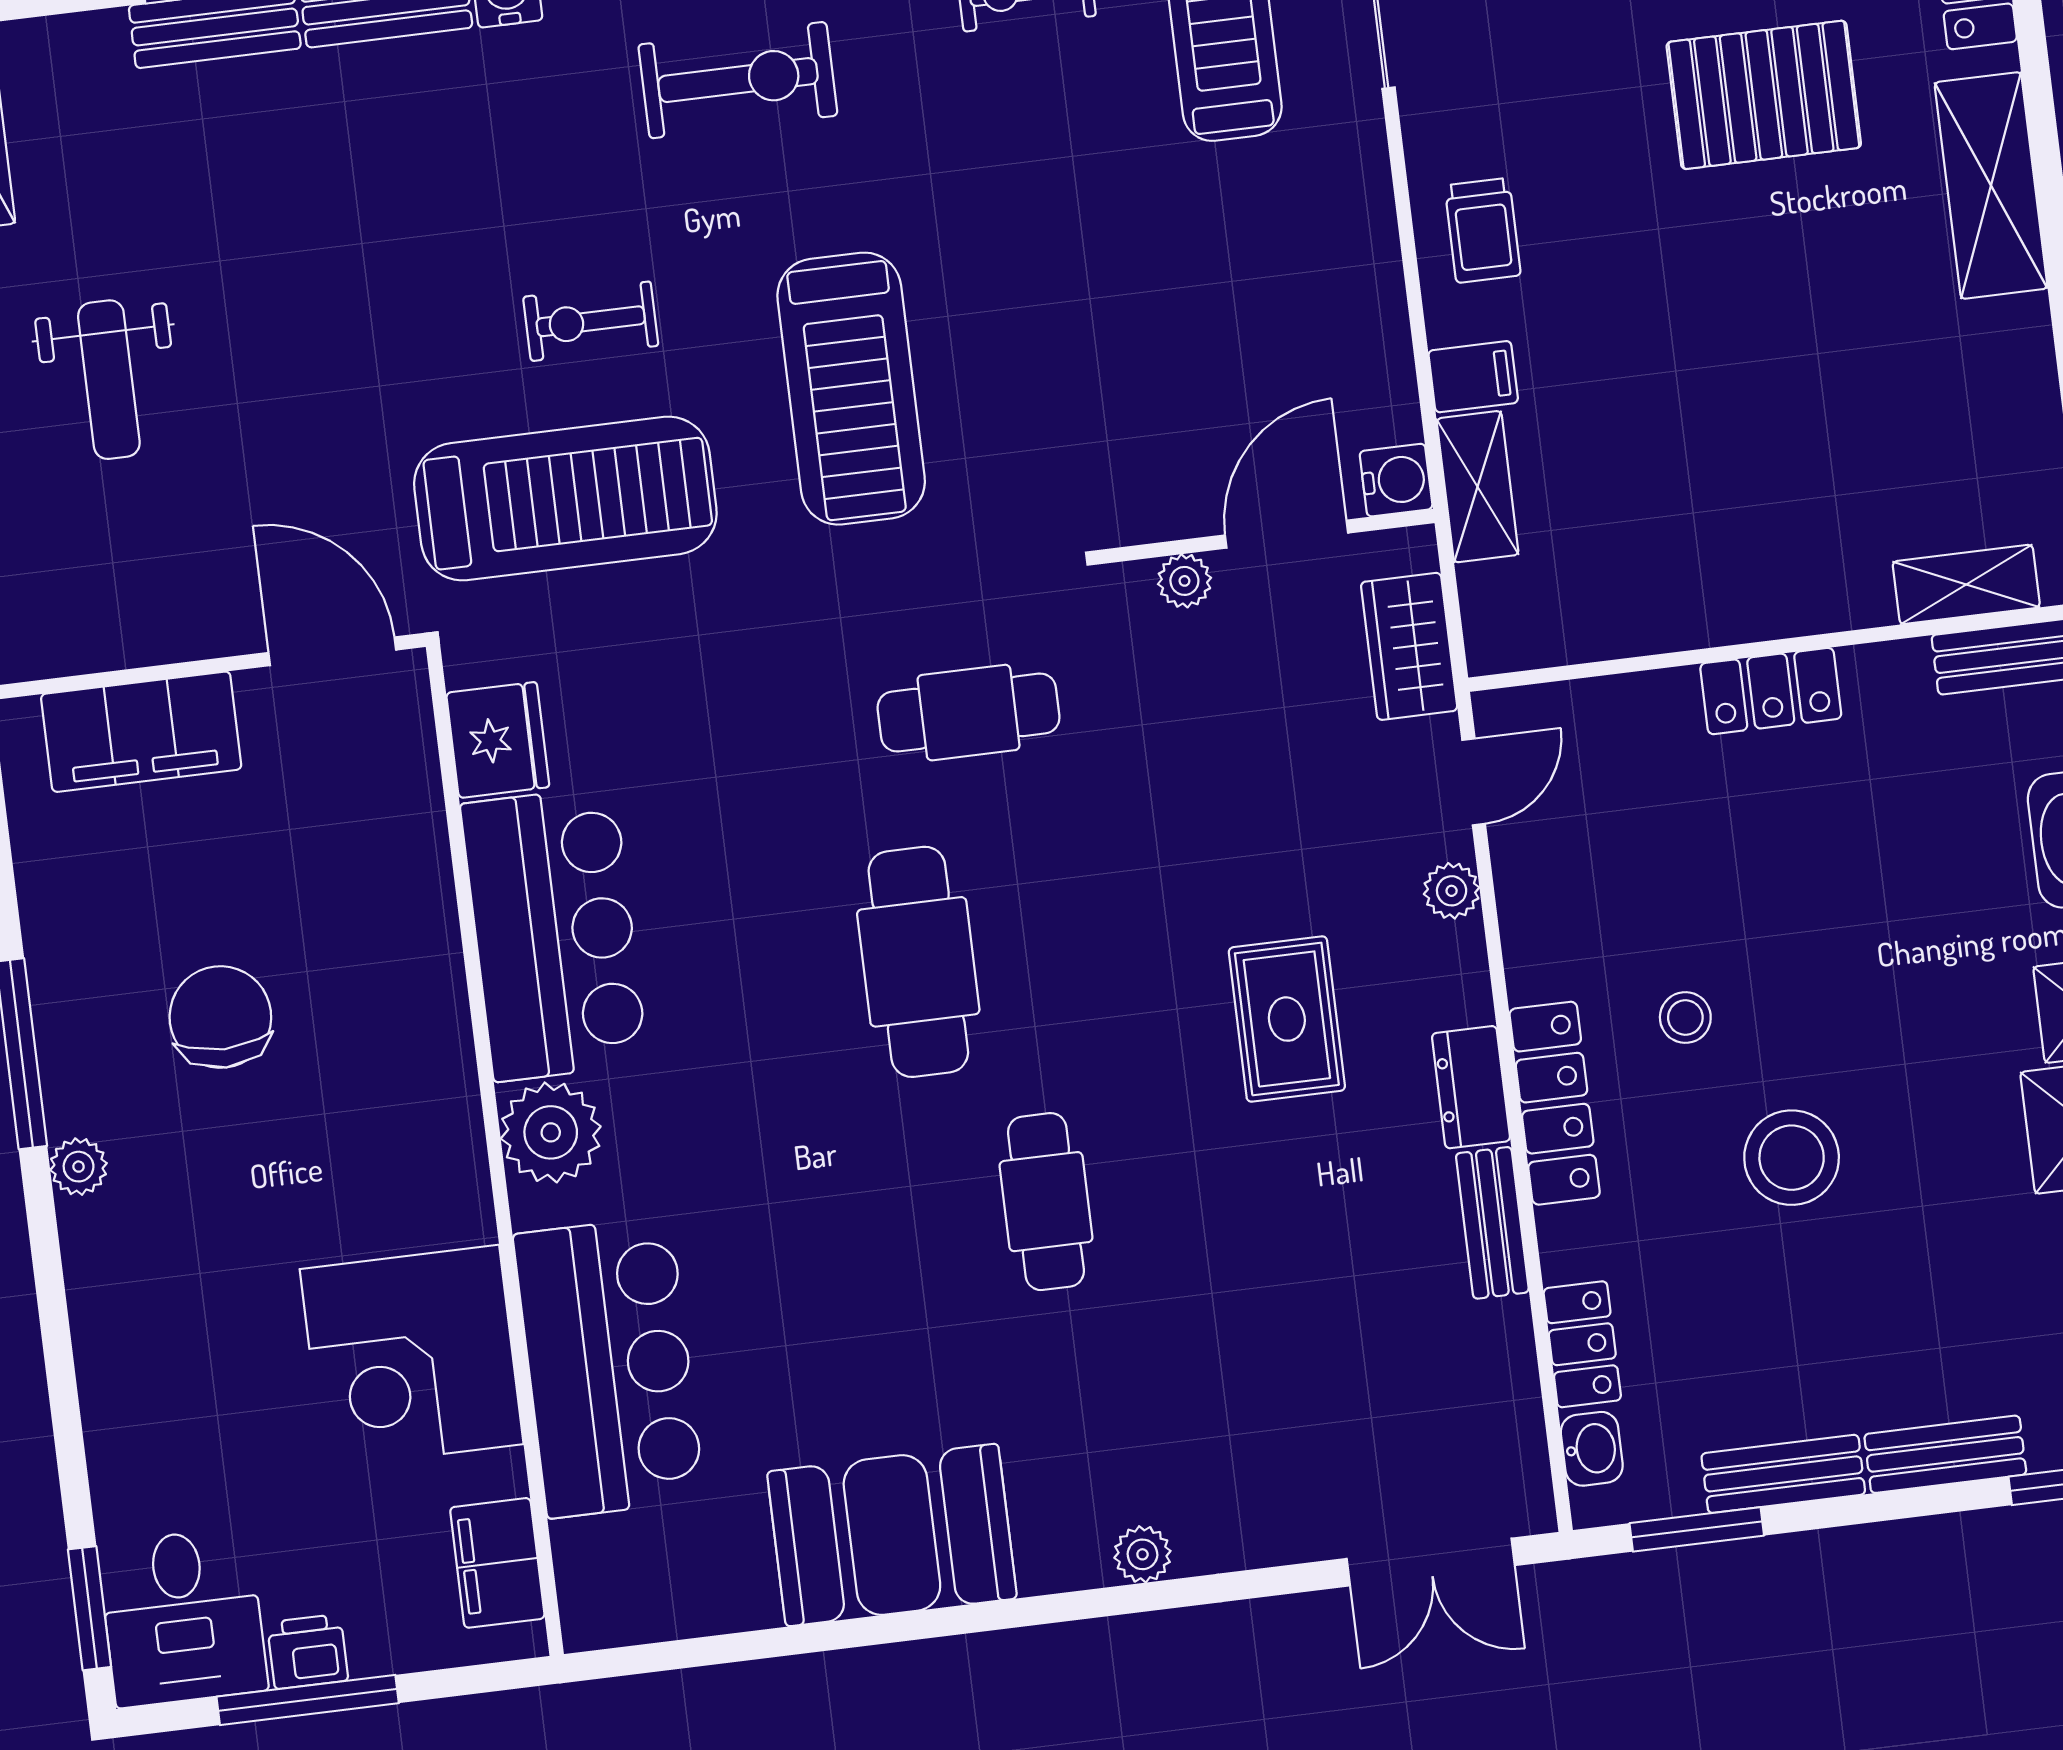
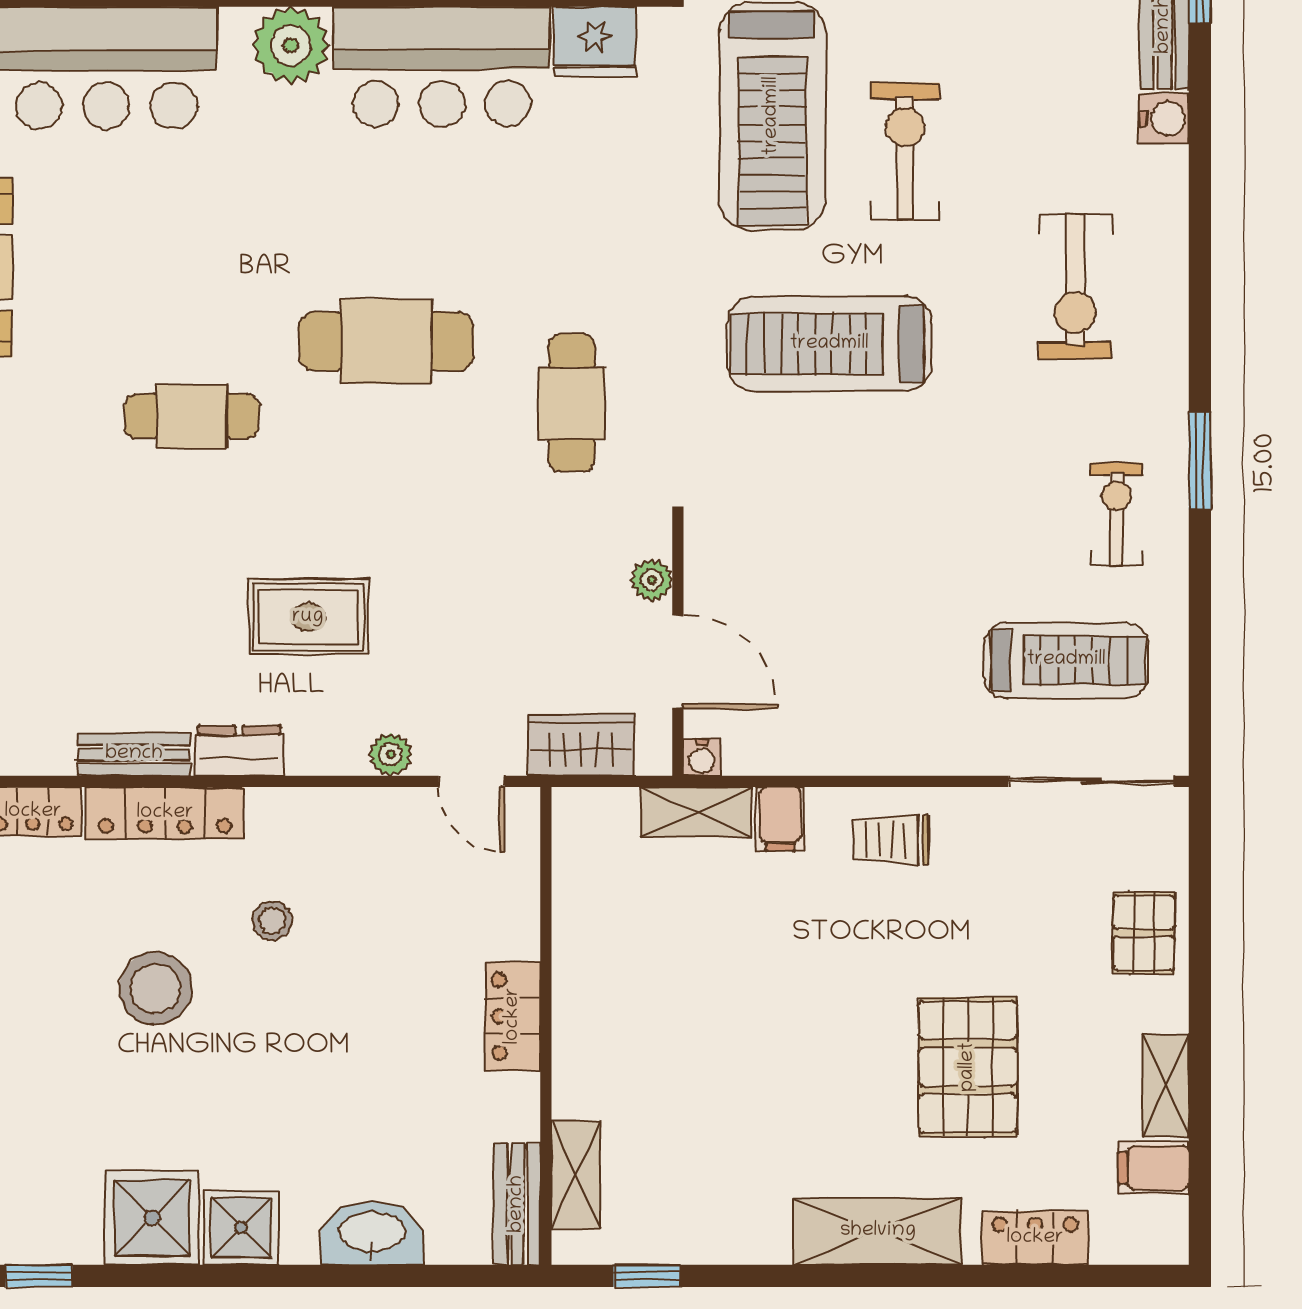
exercise bike: (591, 321) -> (905, 152), width x1.38, depth x1.39
water cooler: (1396, 480) -> (702, 758), width x0.72, depth x0.72
locker: (1555, 1103) -> (165, 813), moved

